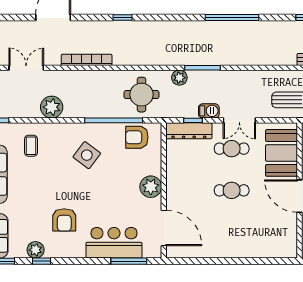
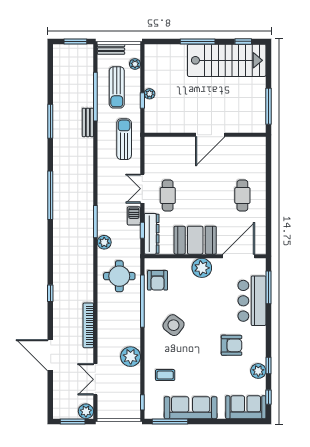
double door: (239, 120) -> (142, 189), swing flipped
booth: (282, 153) -> (195, 240), moved
cafe table: (232, 190) -> (242, 195), moved

